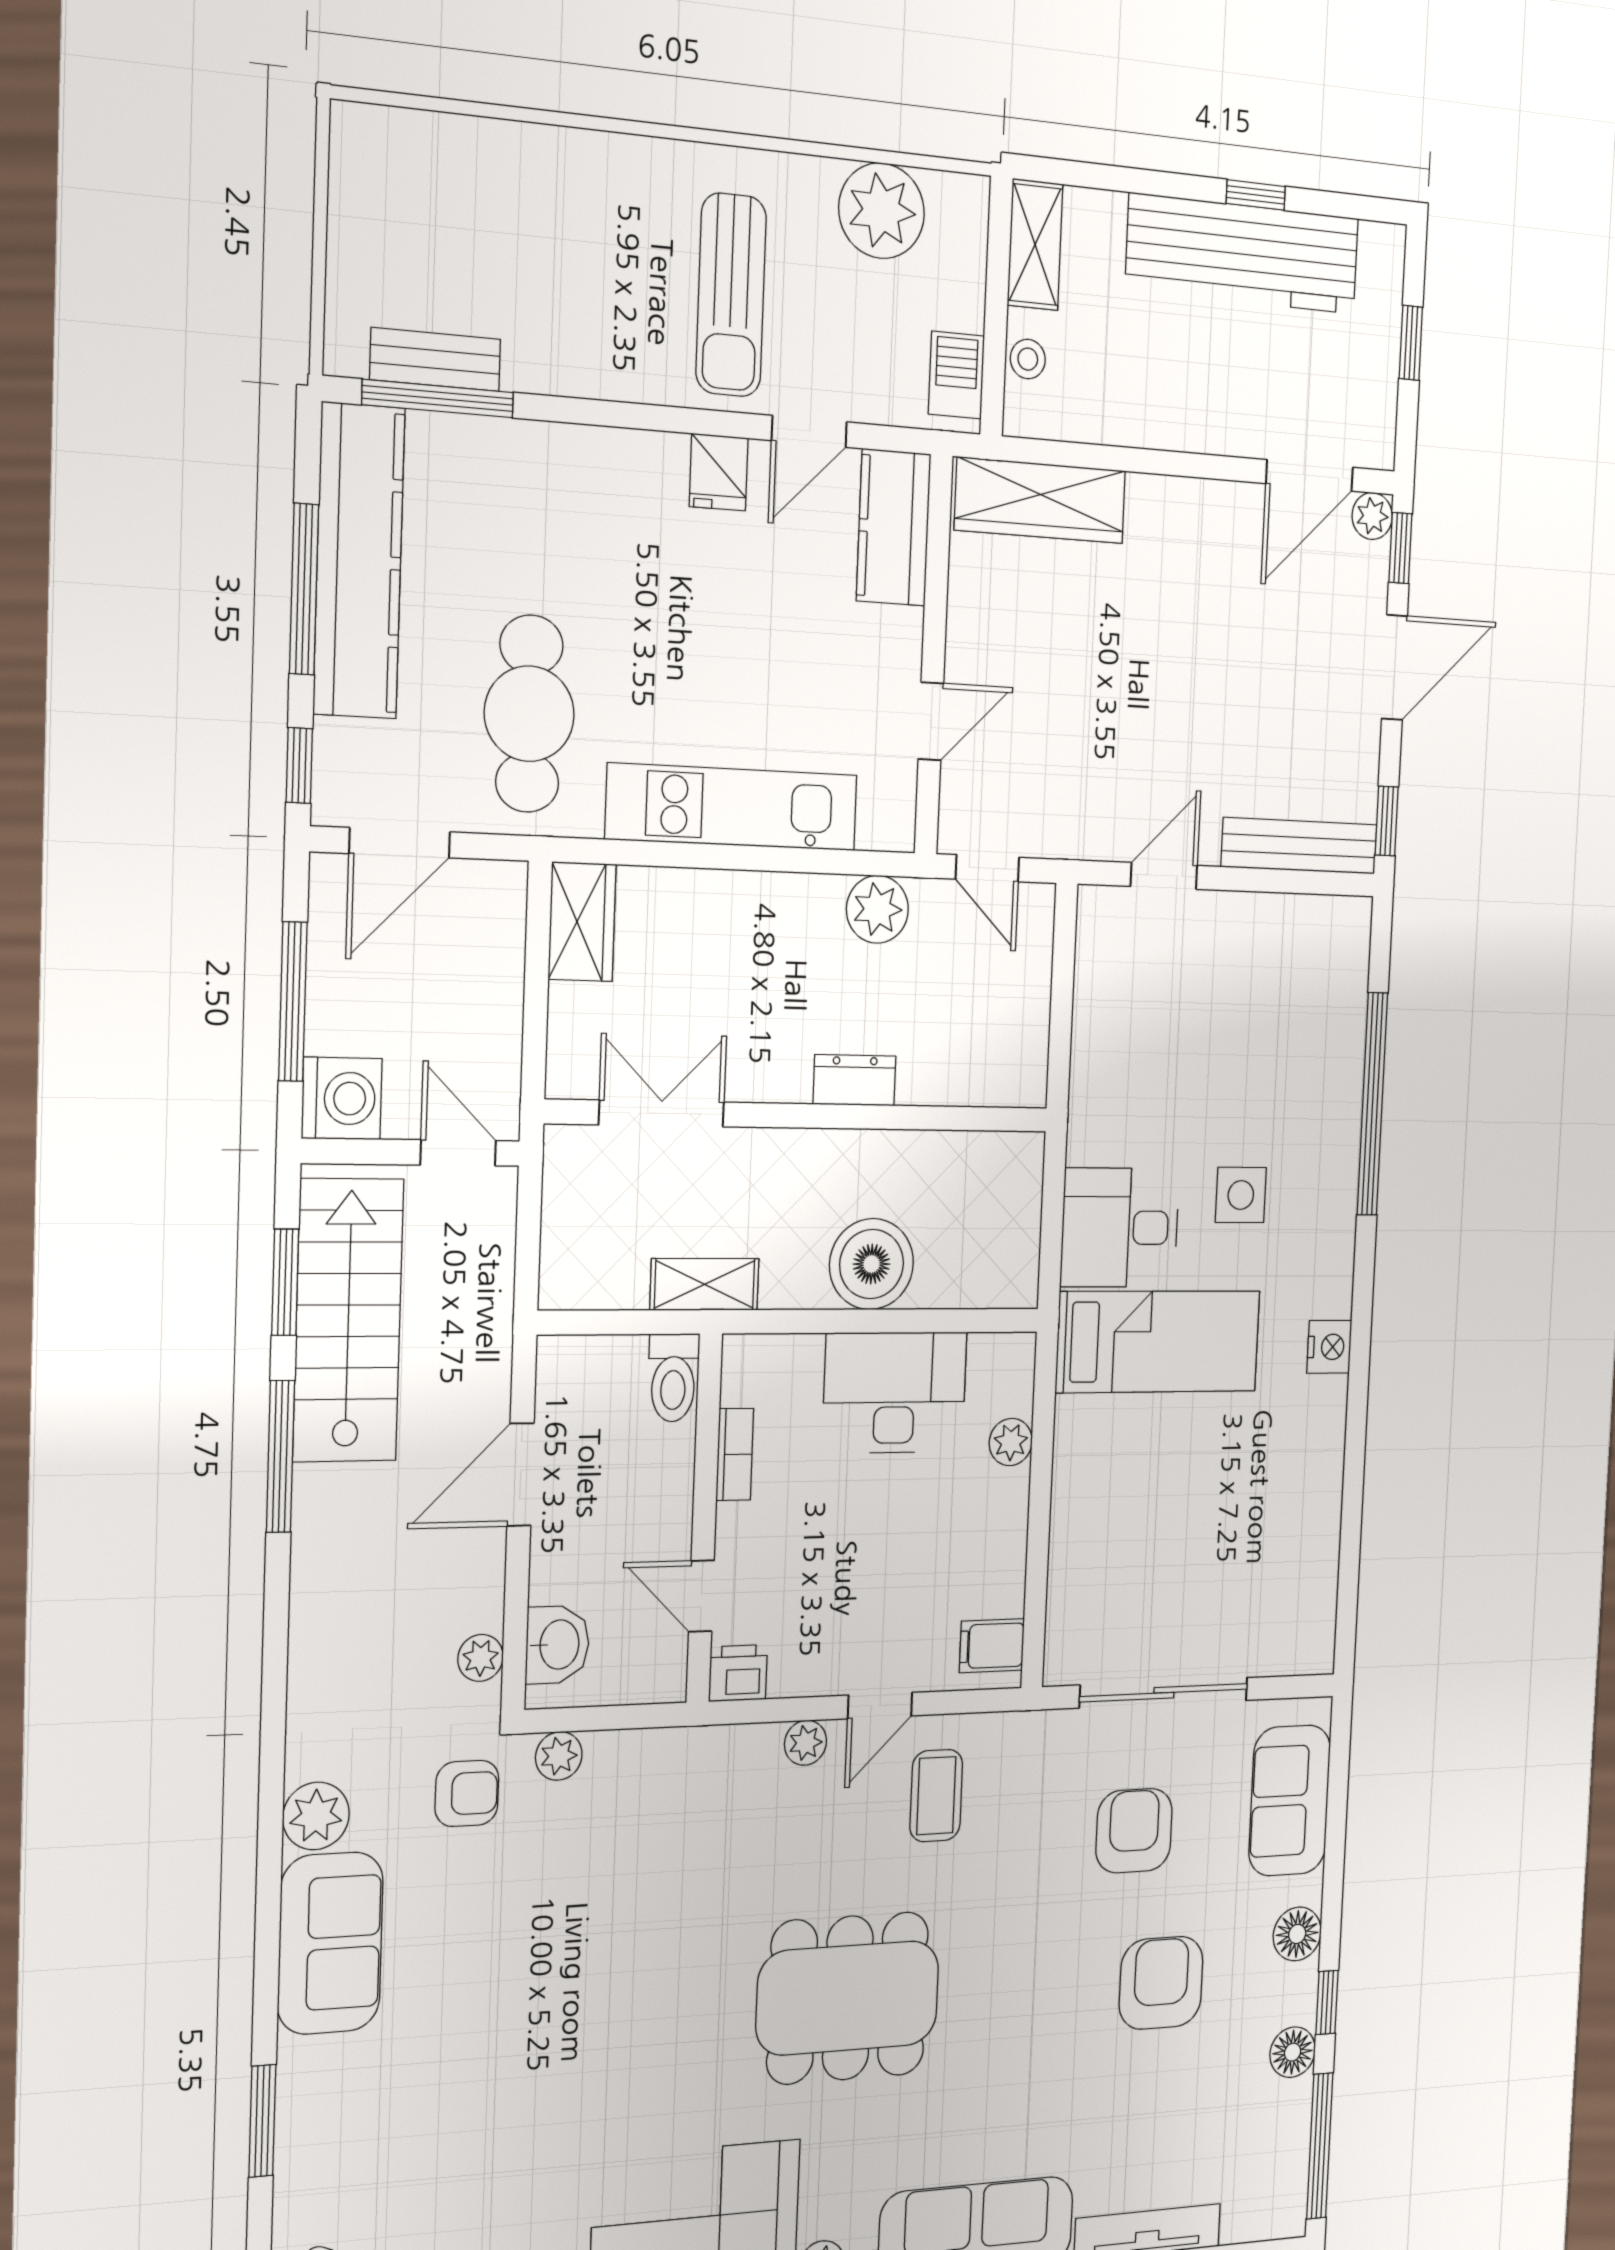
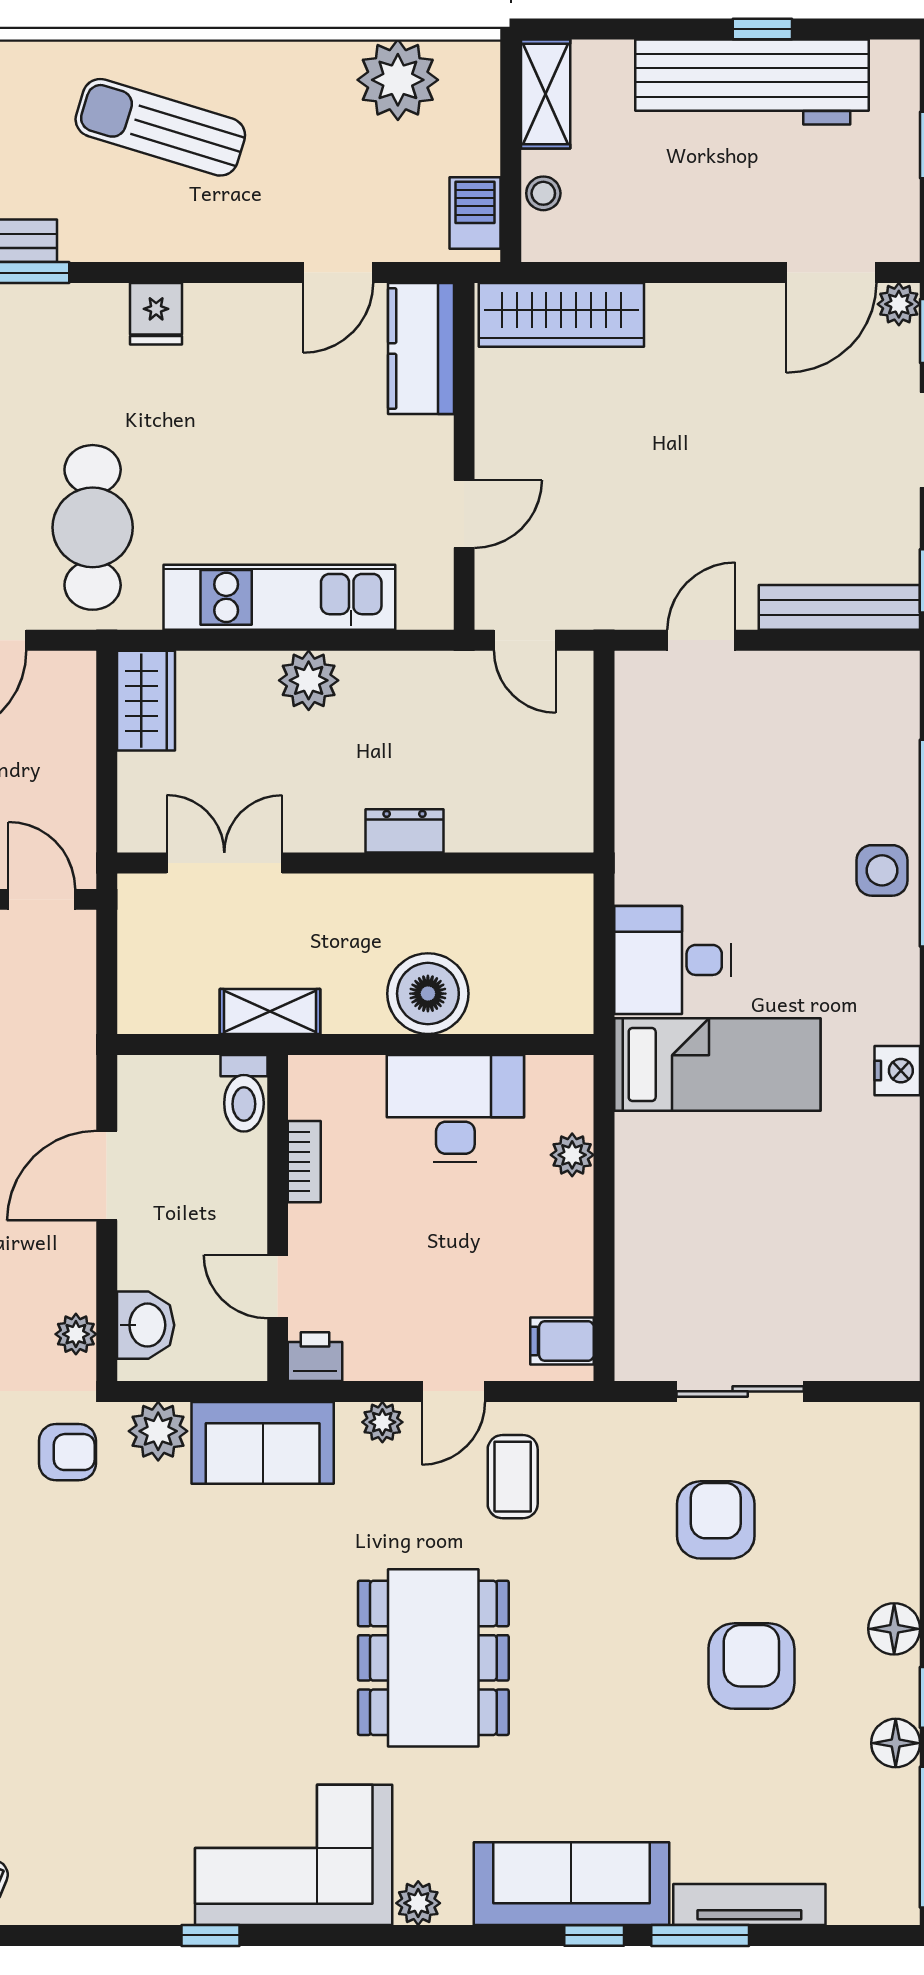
sun lounger: (731, 295) -> (160, 127), moved, turned 107
fridge: (719, 472) -> (156, 314), moved
plant: (877, 909) -> (309, 680), moved
side table: (1241, 1195) -> (882, 870), moved
sliding door: (1164, 1693) -> (740, 1391), width x0.73
plant: (559, 1756) -> (158, 1431), width x1.38, depth x1.38
sofa: (1290, 1801) -> (263, 1443), moved, turned -90
dining table: (848, 1998) -> (433, 1658), turned 90

